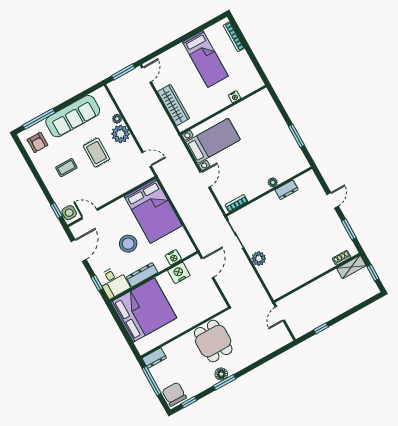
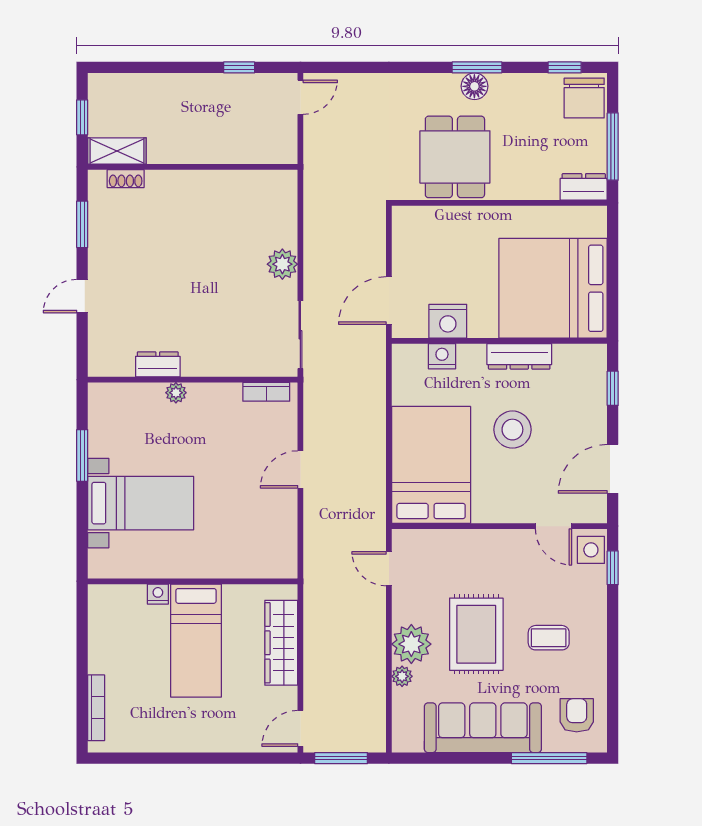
bed: (205, 59) -> (196, 641), moved, turned 180
bed with nightstands: (213, 141) -> (141, 503), moved, turned 180
rug: (97, 153) -> (476, 634), width x1.36, depth x1.43
desk: (114, 282) -> (581, 372), removed
door: (280, 314) -> (300, 97), moved

